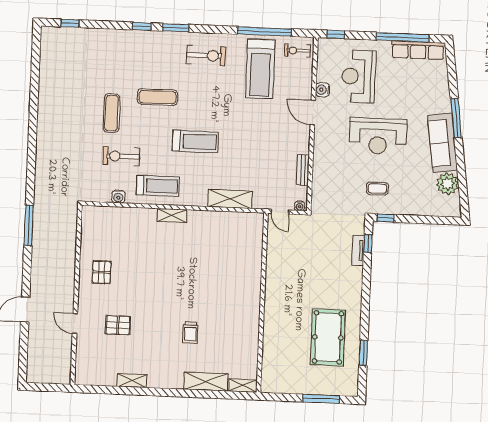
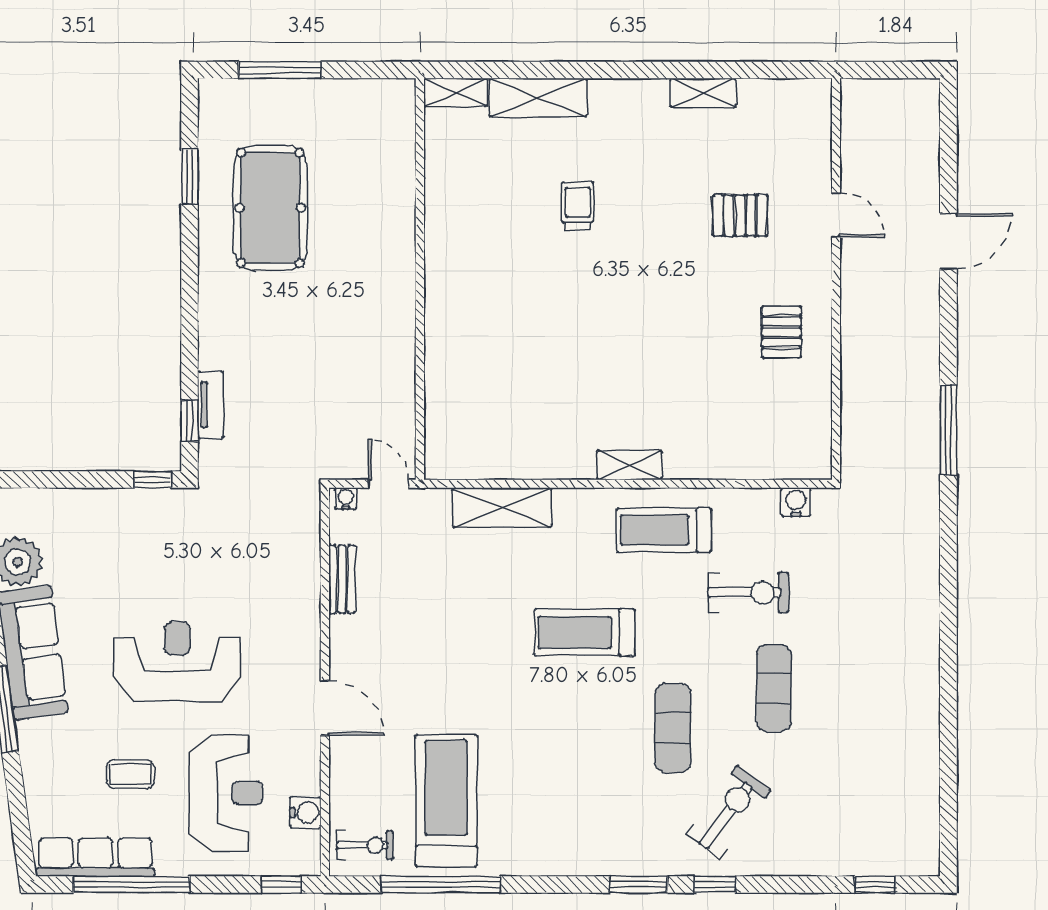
exercise bike: (206, 55) -> (729, 812), moved, turned 127
water cooler: (322, 90) -> (305, 812), moved
exercise mat: (157, 97) -> (673, 728), turned 90
coffee table: (377, 189) -> (130, 774), moved
water cooler: (118, 197) -> (796, 502), moved

